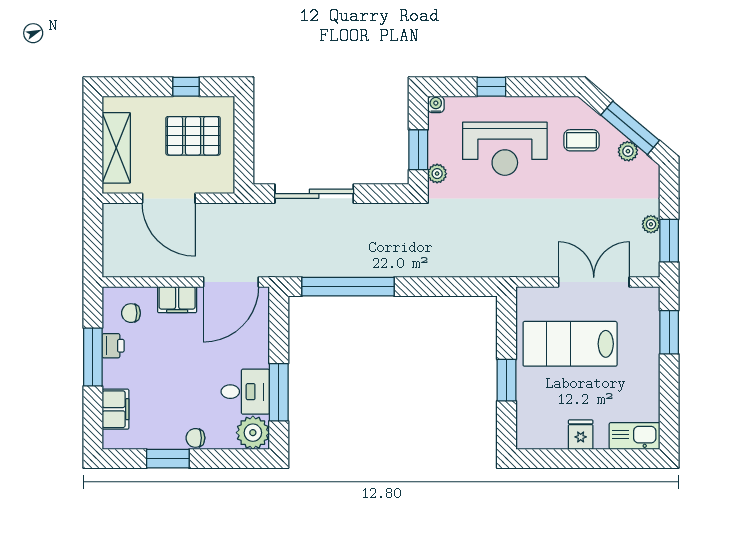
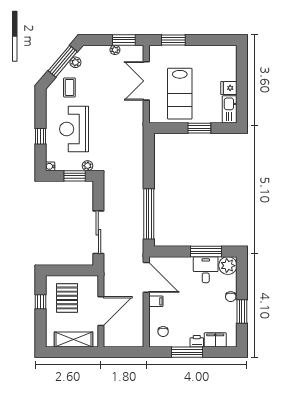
reception desk: (505, 149) -> (74, 129), turned 180
filing cabinet: (177, 300) -> (156, 301), width x0.50
printer: (113, 346) -> (197, 341), moved
kitchen sink: (635, 436) -> (230, 109), moved

